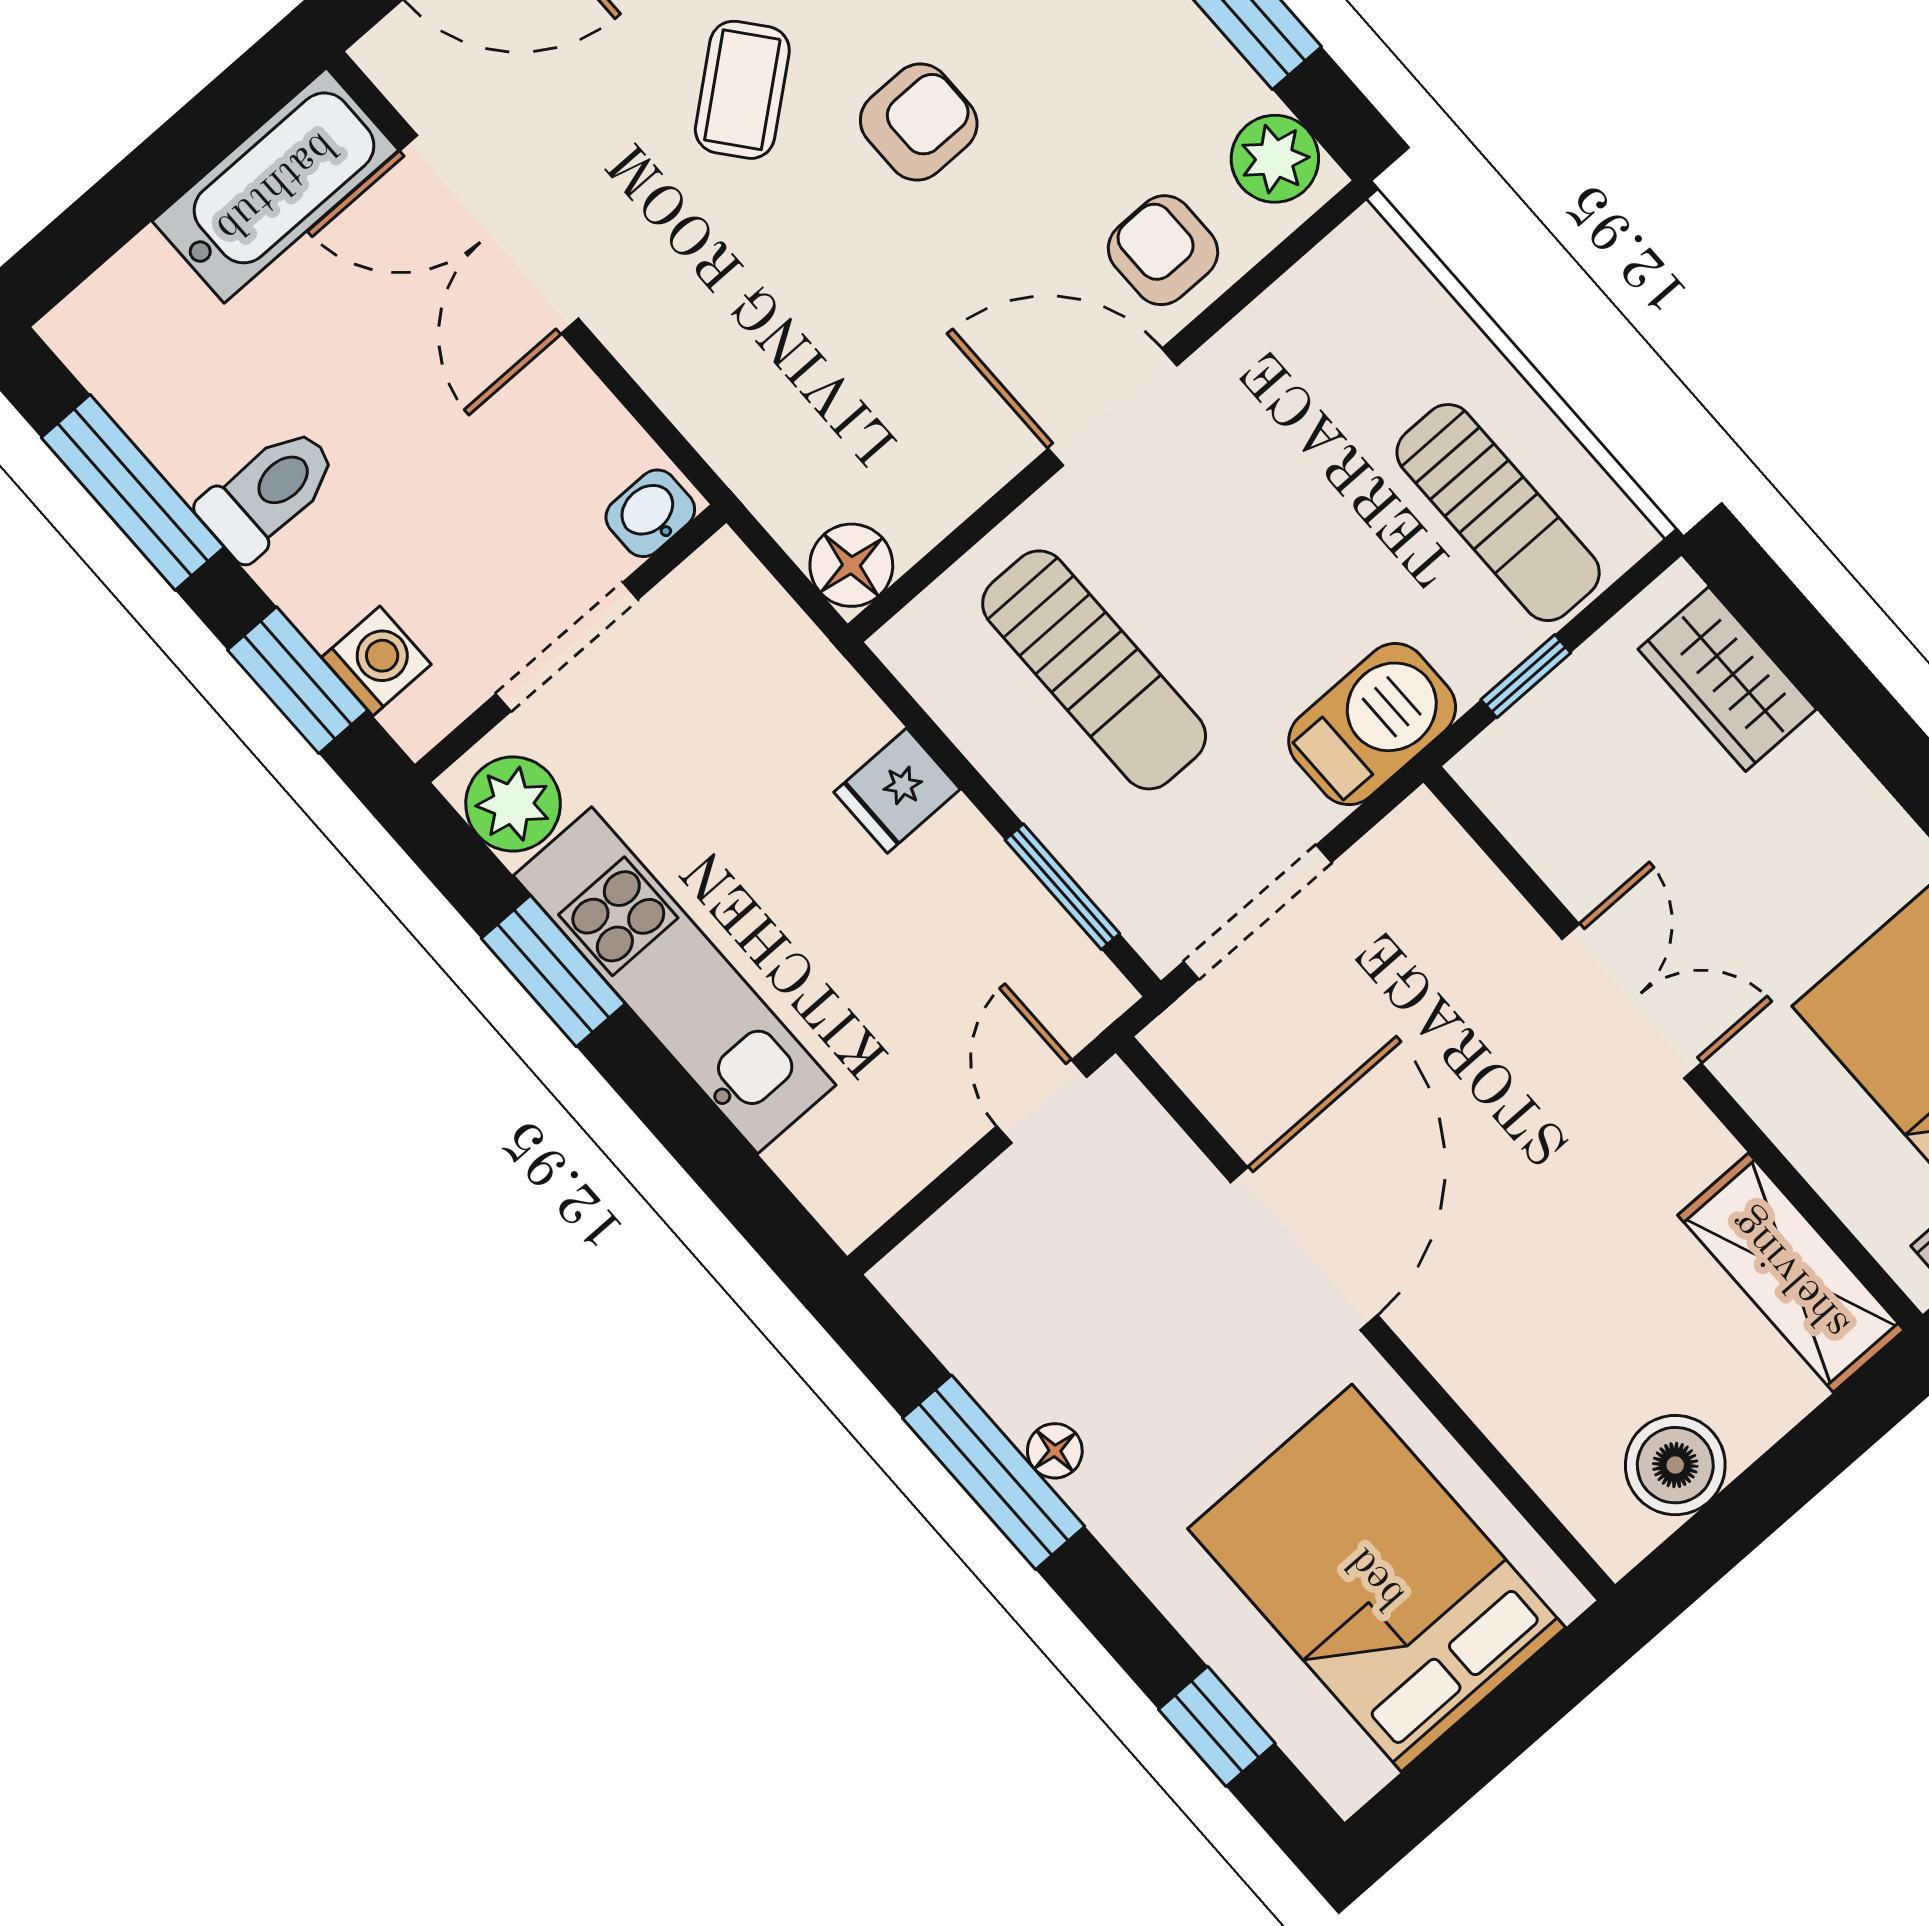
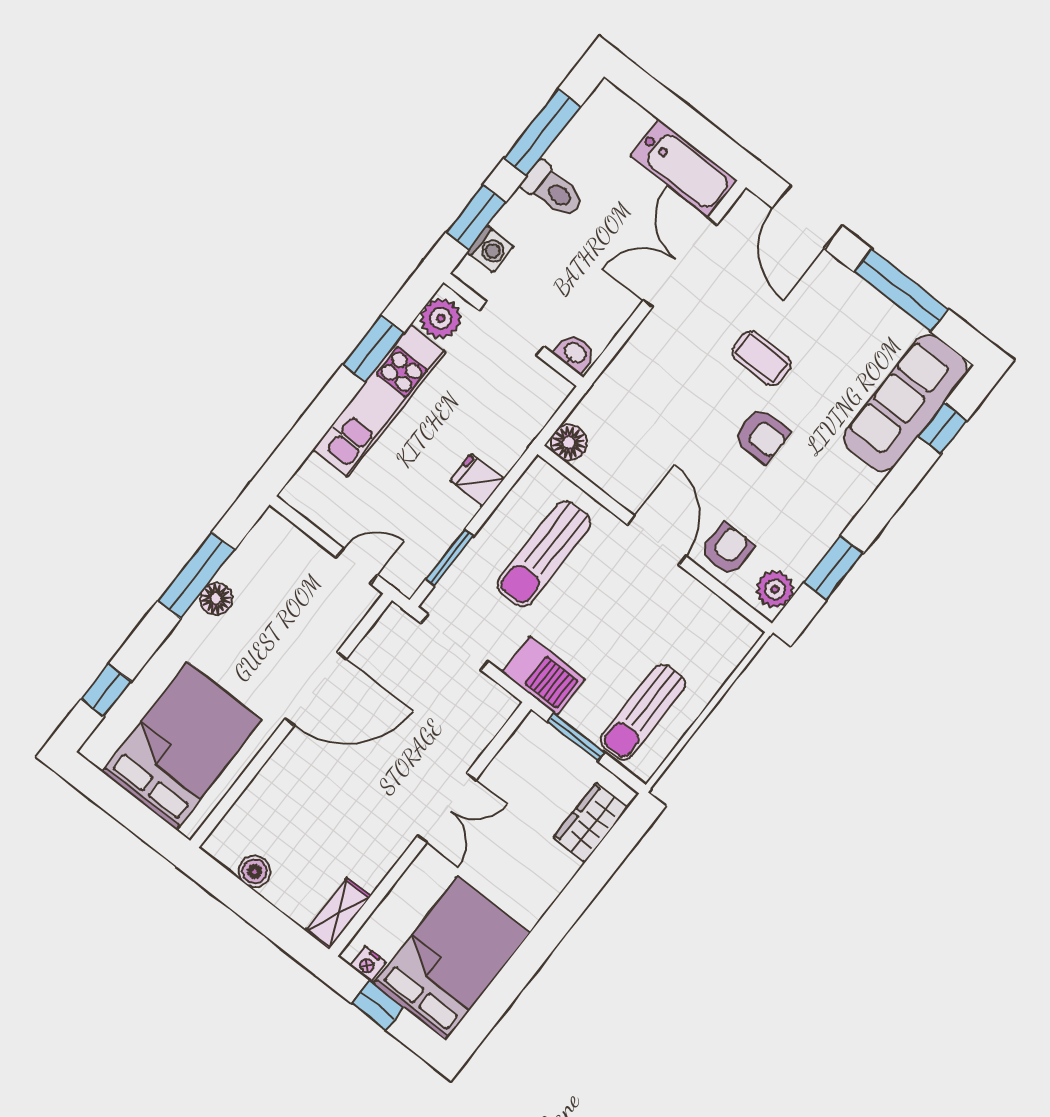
coffee table: (742, 90) -> (762, 358), turned 39
window: (1526, 676) -> (576, 737), width x1.50
shelving: (1791, 1273) -> (338, 914), width x0.67, depth x0.75
floor lamp: (1055, 1451) -> (216, 599), width x1.37, depth x1.37
boiler: (1675, 1465) -> (255, 872), width x0.73, depth x0.73

